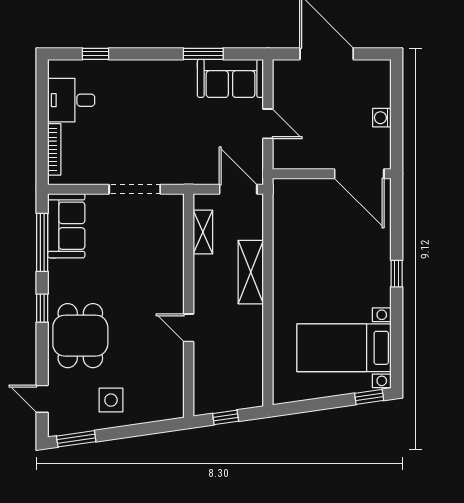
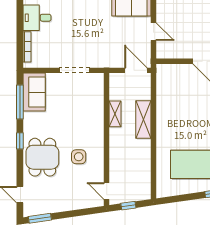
shelving: (203, 232) -> (115, 114), moved
door: (189, 328) -> (107, 191), moved
side table: (111, 400) -> (79, 157), moved

